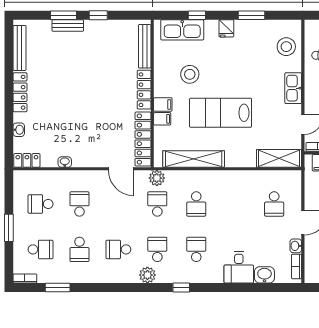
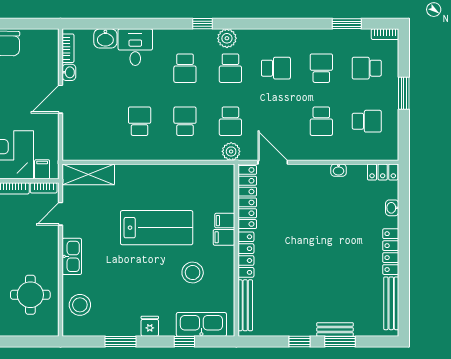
shelving: (194, 159) -> (188, 174), removed
school desk: (274, 204) -> (140, 121), moved
plant: (147, 275) -> (227, 38), moved

